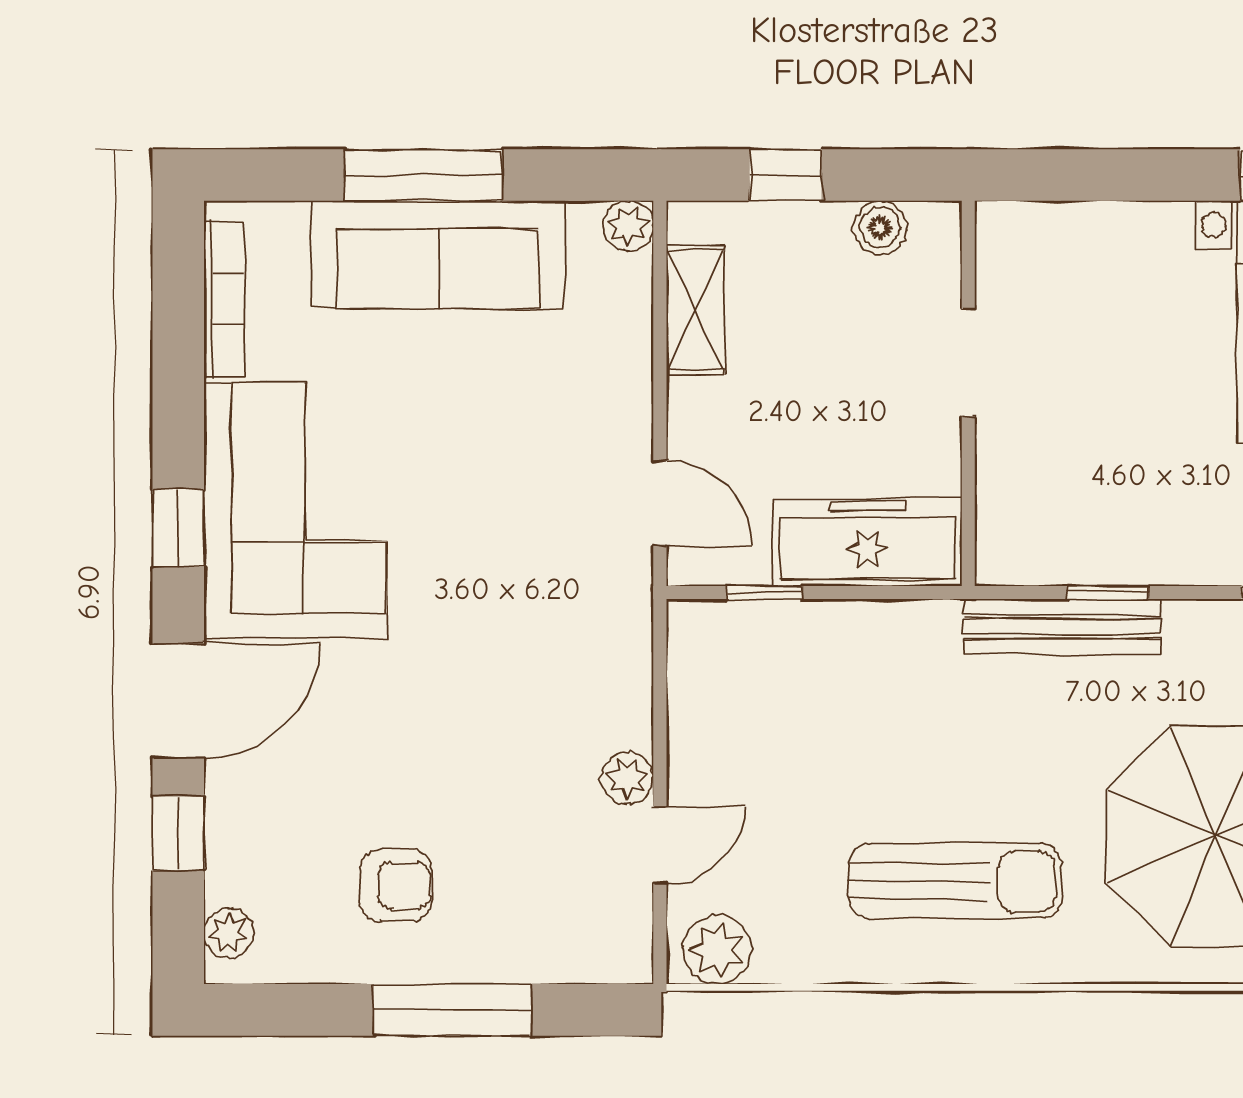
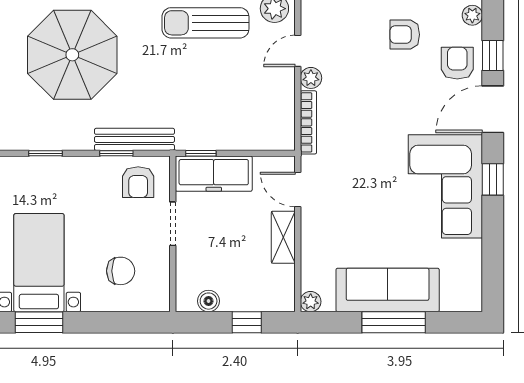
bookcase: (224, 299) -> (308, 122), moved, turned 180
chair: (1097, 302) -> (121, 271), added
shelving: (695, 310) -> (283, 237), moved
doorway: (968, 363) -> (173, 224), moved
armchair: (1054, 521) -> (138, 182), added
window: (764, 592) -> (201, 153), moved
armchair: (266, 815) -> (457, 63), added
sun lounger: (955, 881) -> (205, 23), moved

